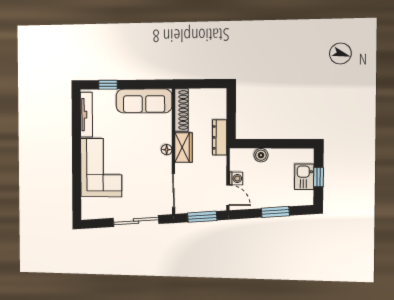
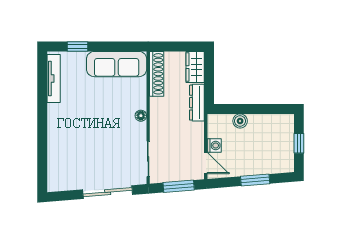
wardrobe: (183, 148) -> (195, 67), moved, turned 180
corner sofa: (101, 168) -> (70, 135), removed
kitchen sink: (304, 177) -> (284, 143), removed

